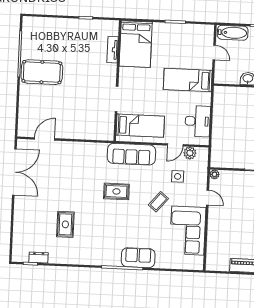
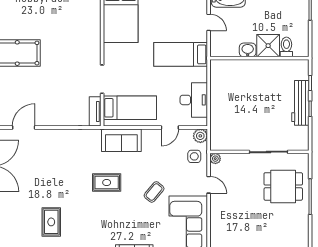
tv unit: (113, 50) -> (95, 111), moved
plant: (190, 153) -> (200, 136), moved
sofa: (131, 154) -> (121, 140), width x0.73
side table: (178, 176) -> (194, 156), moved

